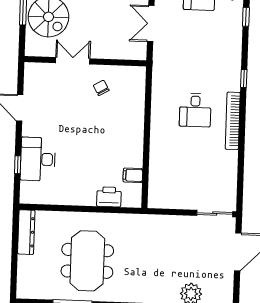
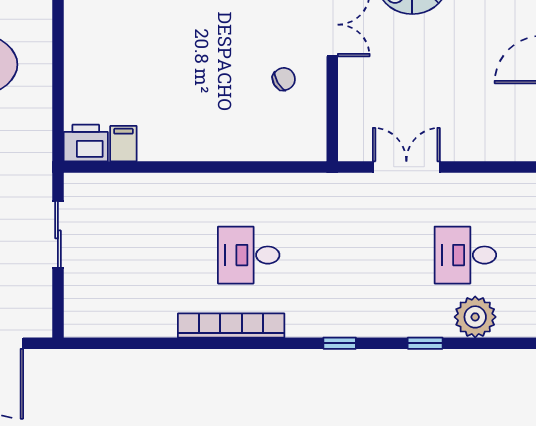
window: (244, 78) -> (340, 343), moved
printer: (109, 197) -> (86, 143), moved, turned -90
sliding door: (215, 213) -> (58, 234), moved

